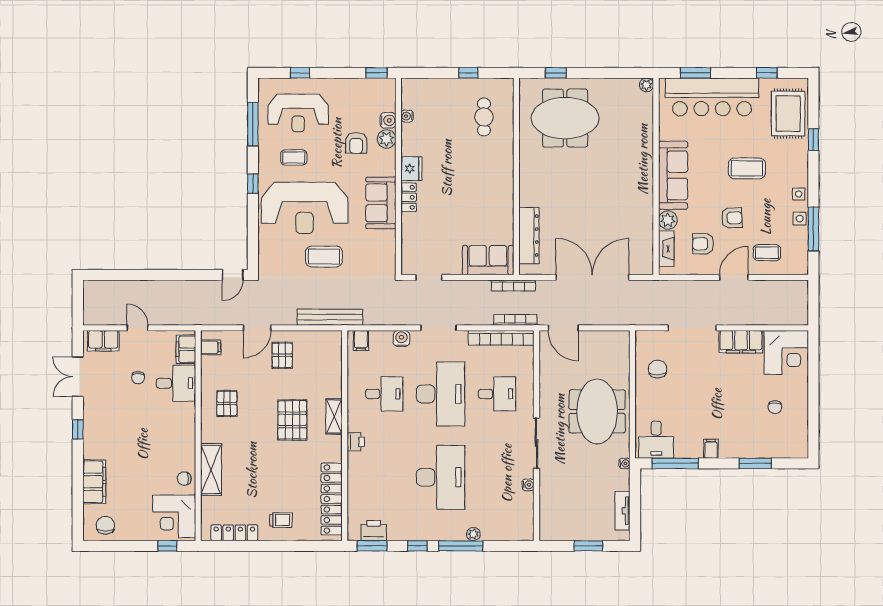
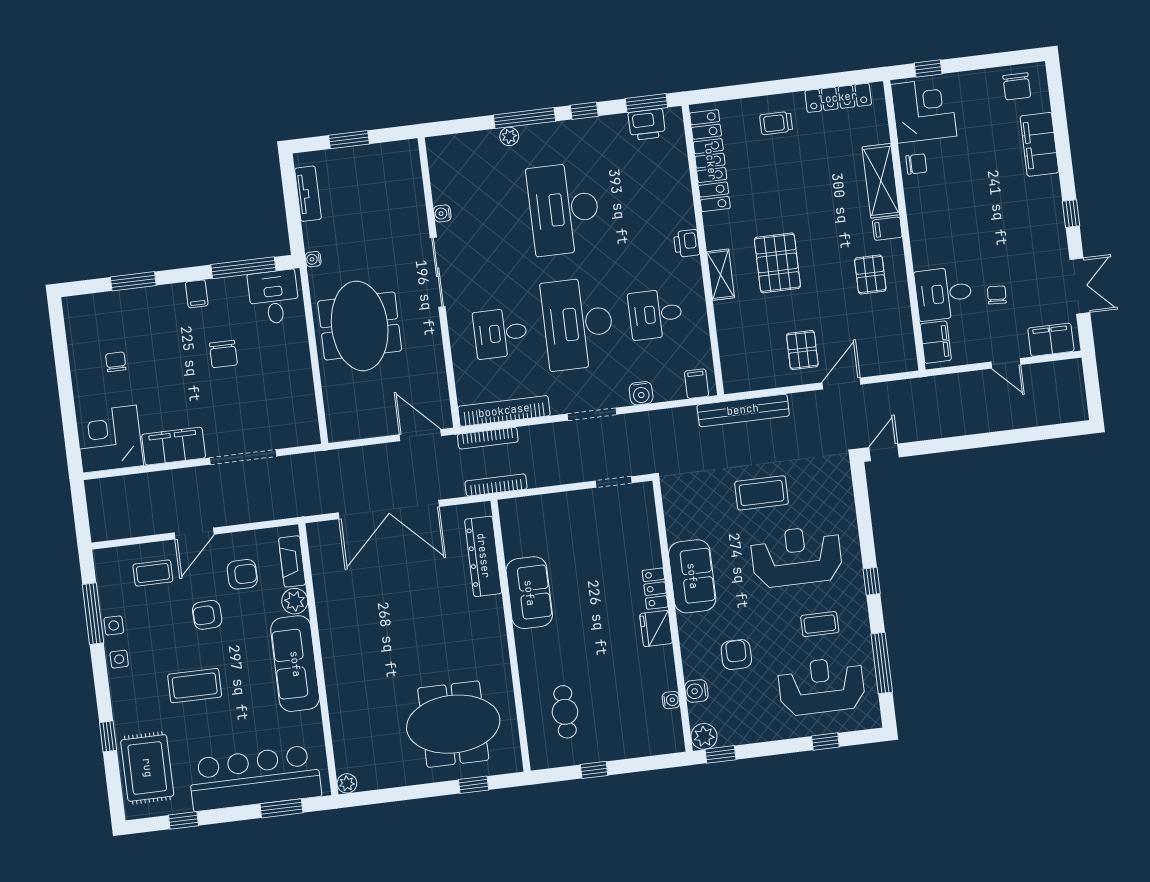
plant: (387, 139) -> (704, 736), moved
reception desk: (305, 208) -> (796, 556), width x0.74, depth x0.77
sofa: (488, 260) -> (529, 593), moved, turned -90
filing cabinet: (211, 347) -> (887, 229), moved
chair: (658, 369) -> (223, 354), moved

